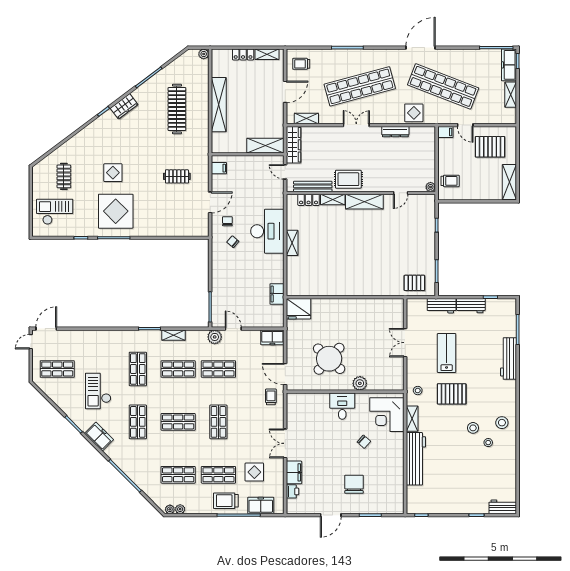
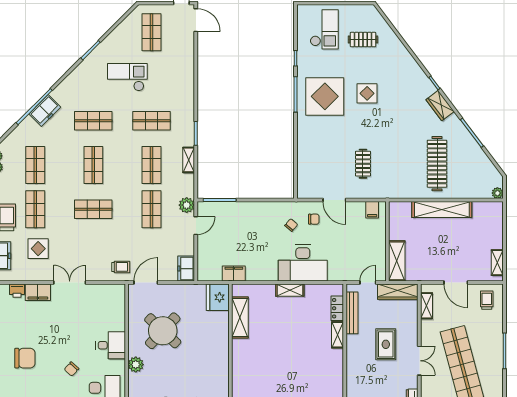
locker: (243, 54) -> (497, 236), removed
clothes rail: (177, 109) -> (437, 164), turned 90
rug: (348, 179) -> (386, 344), moved
shelving: (364, 202) -> (240, 318), moved
freezer: (99, 437) -> (45, 110), moved

